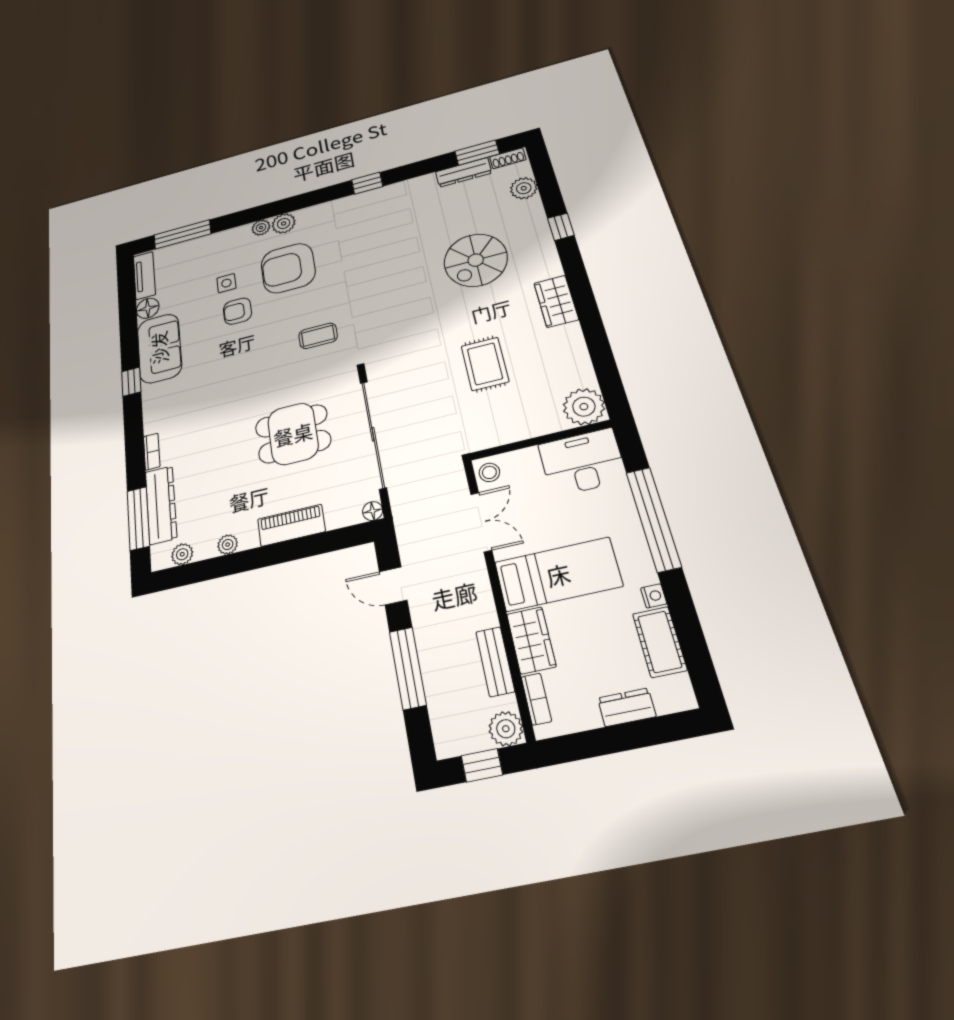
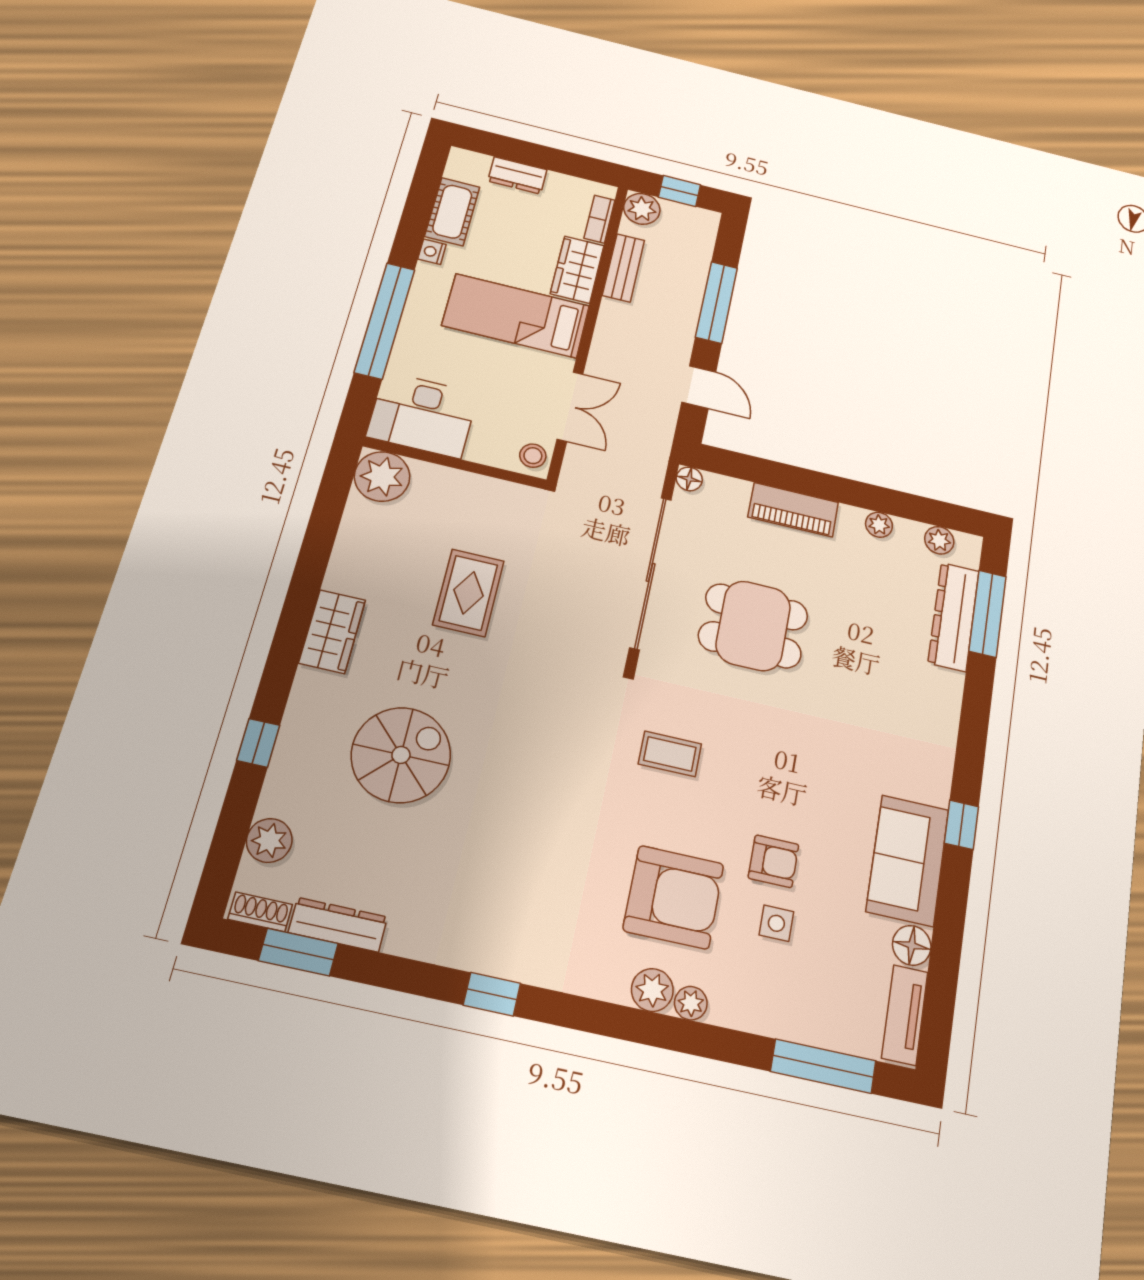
bookcase: (152, 452) -> (952, 698), removed
double door: (481, 522) -> (570, 406), swing flipped

